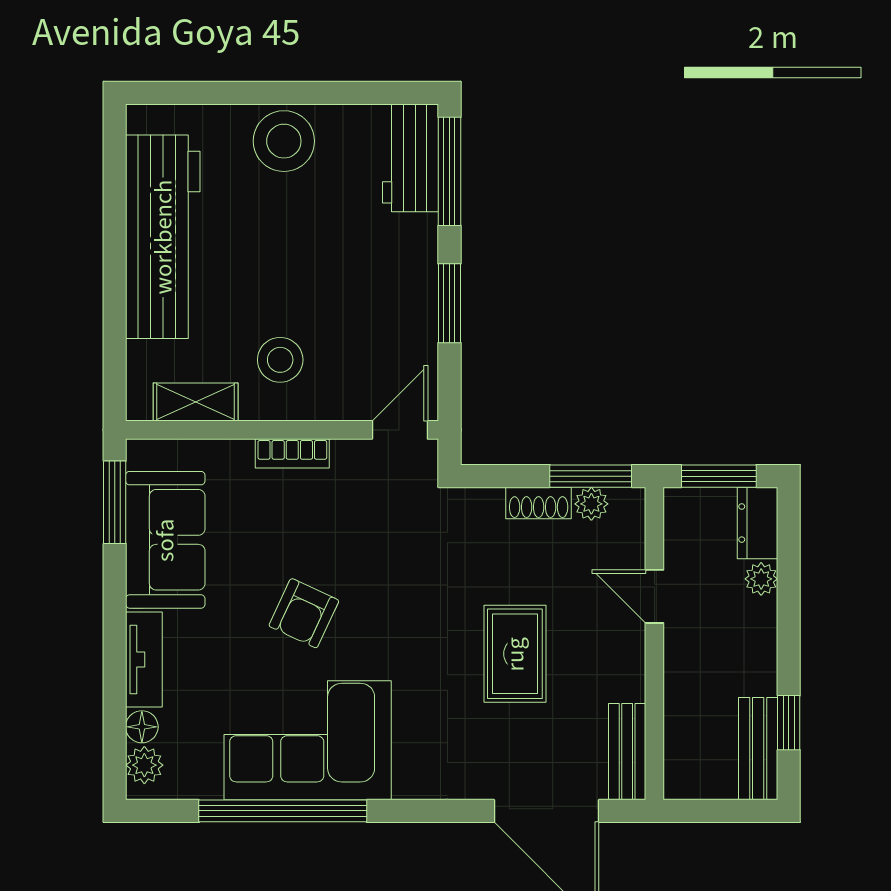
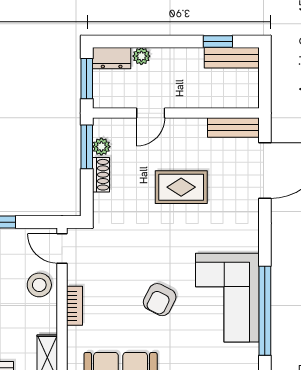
stool: (280, 360) -> (39, 285), moved
armchair: (304, 613) -> (160, 300), turned 92

